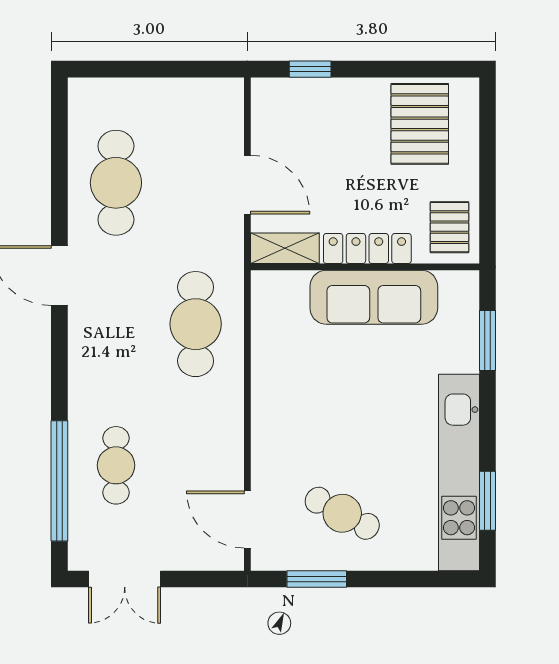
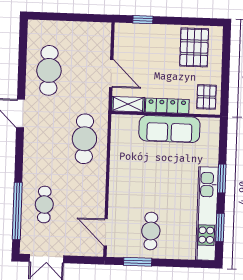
window: (488, 341) -> (222, 179), moved
cafe table: (342, 513) -> (151, 231), turned 62

